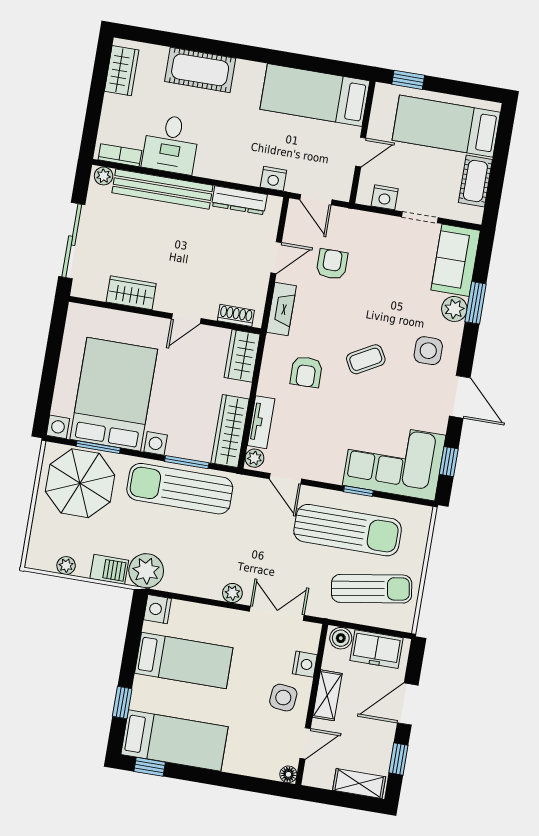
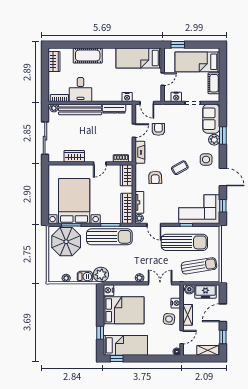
sun lounger: (180, 489) -> (109, 237), turned 180
bed: (184, 660) -> (124, 310), width x1.50

